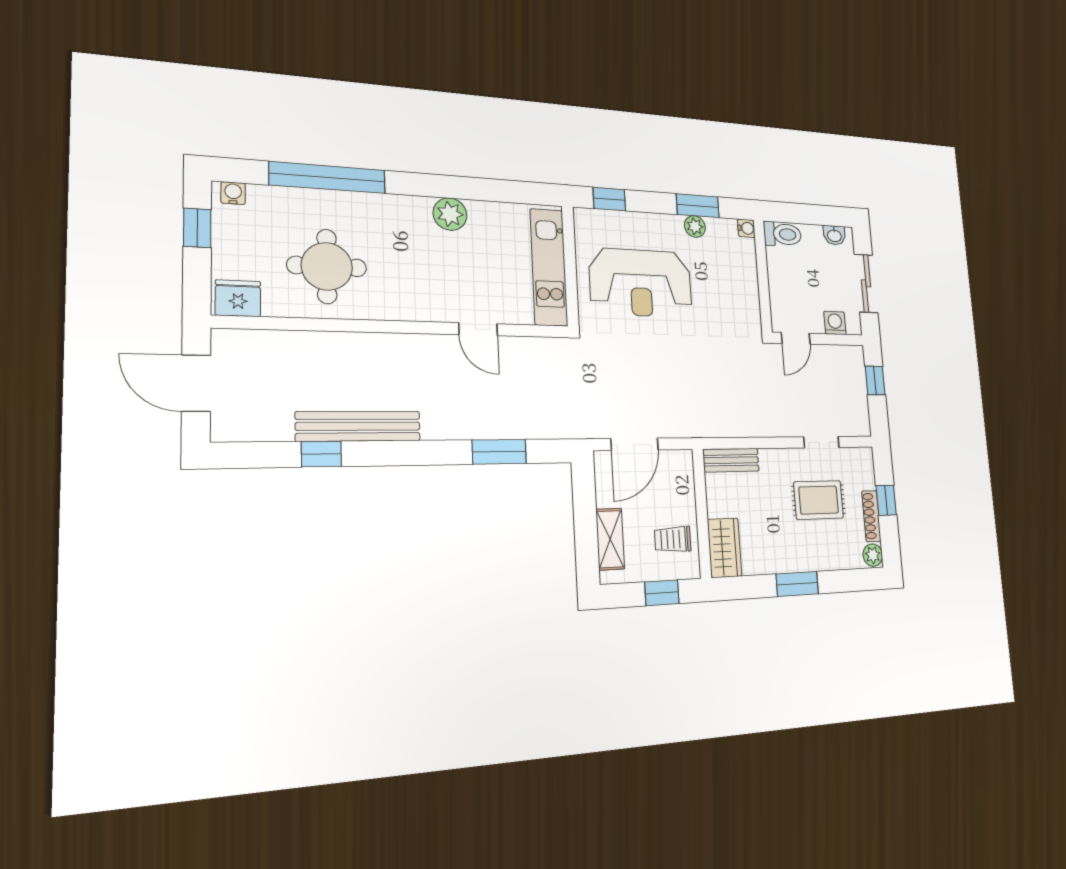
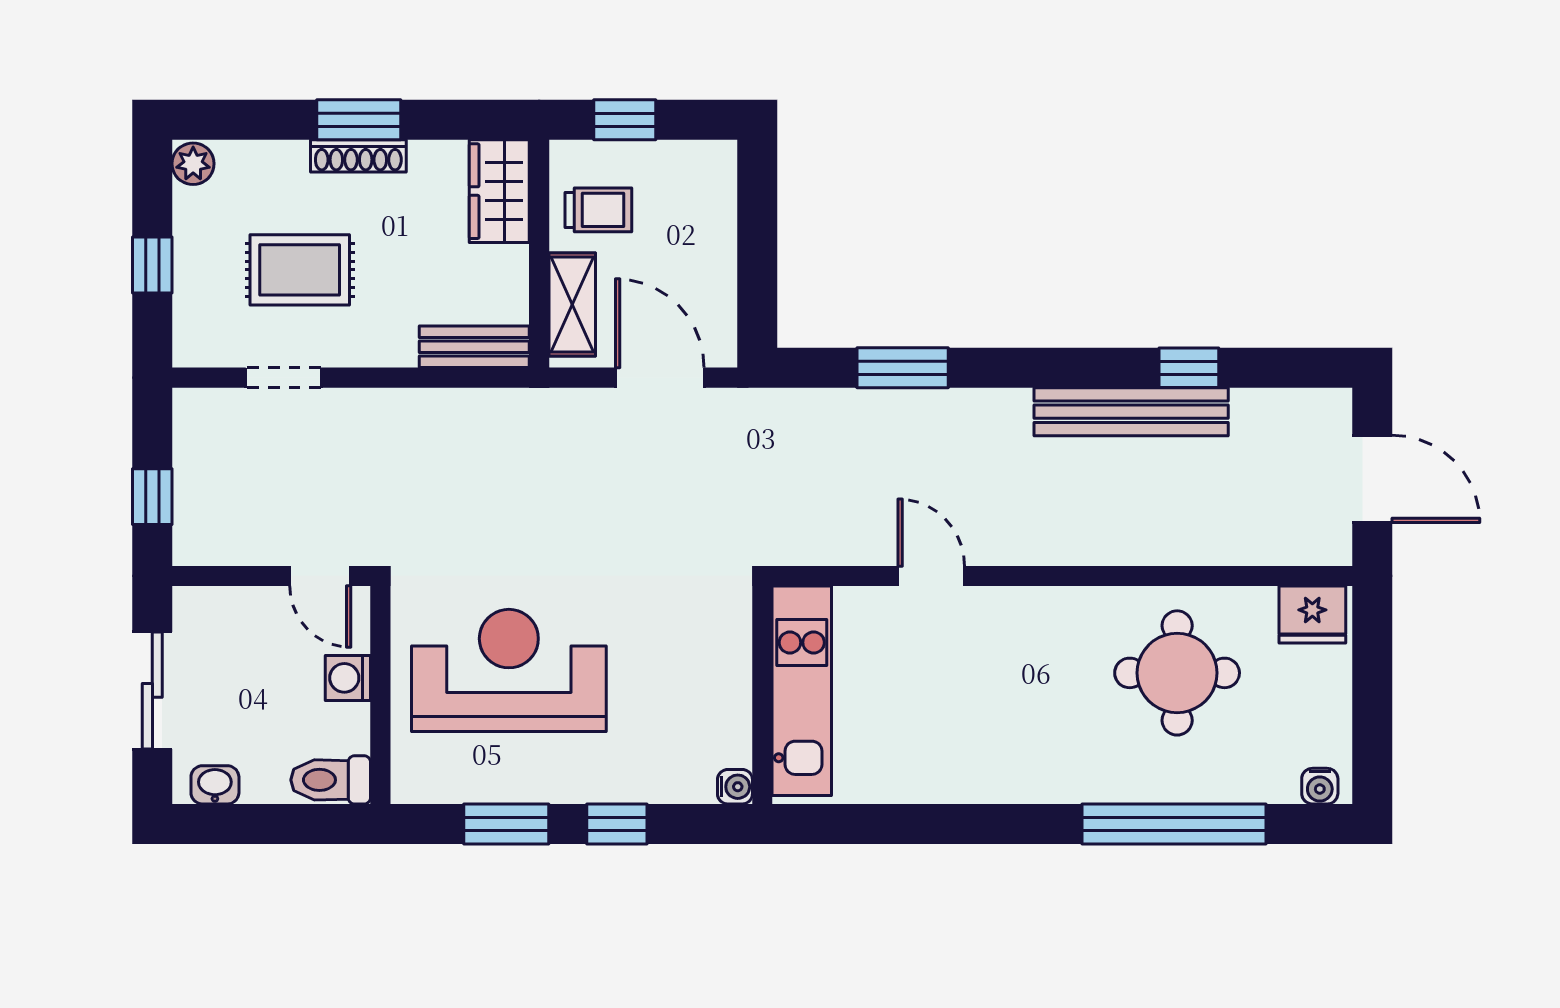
window: (609, 199) -> (617, 824), moved
plant: (450, 214) -> (973, 775), removed
plant: (695, 226) -> (515, 783), removed
window: (197, 228) -> (1372, 725), removed
water cooler: (746, 228) -> (735, 787), moved, turned 180
reception desk: (641, 283) -> (509, 670), moved
washing machine: (835, 323) -> (348, 678), moved, turned 90
door: (796, 338) -> (320, 576), swing flipped
door: (635, 444) -> (660, 378), hinge flipped
shoe rack: (871, 516) -> (358, 156), moved, turned 90
shelving: (610, 539) -> (572, 304), moved

